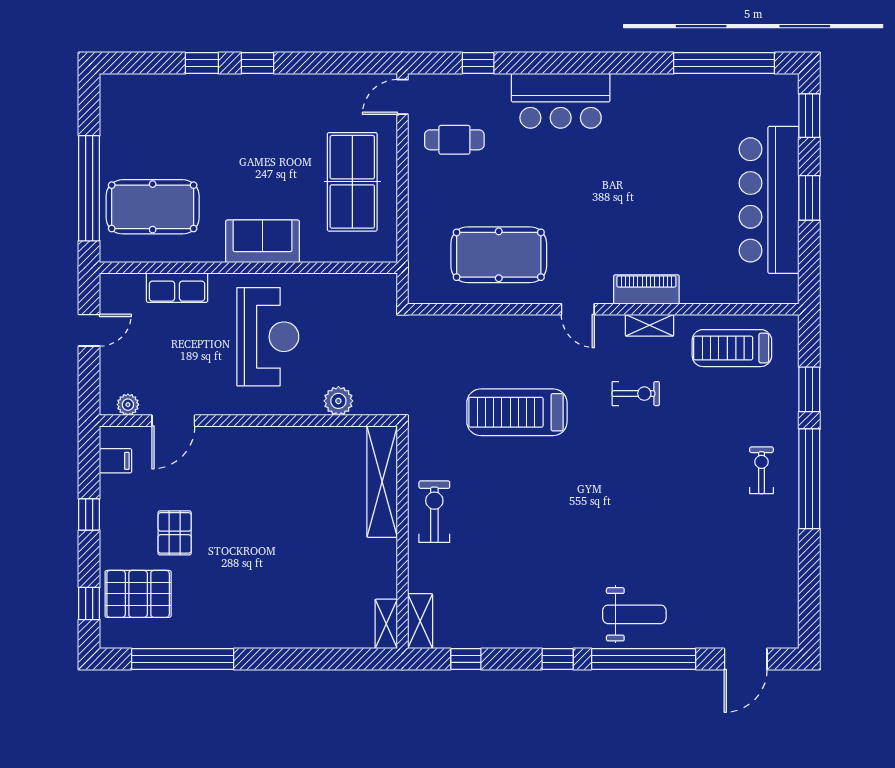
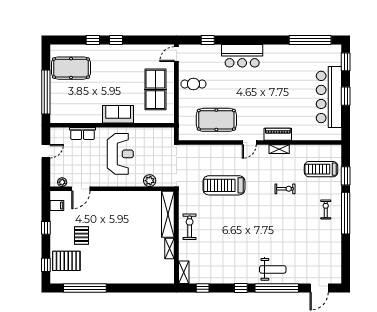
cafe table: (454, 140) -> (193, 84), moved
pool table: (153, 207) -> (71, 68), moved
door: (578, 309) -> (249, 142), hinge flipped
treadmill: (732, 348) -> (321, 169), moved
exercise bike: (636, 394) -> (285, 189), moved
shelving: (386, 624) -> (170, 249), moved

